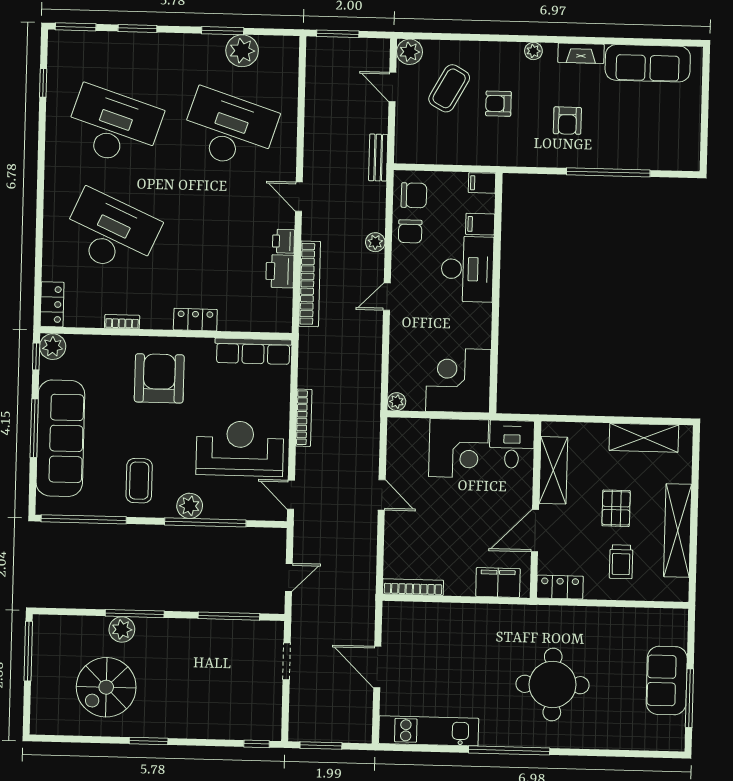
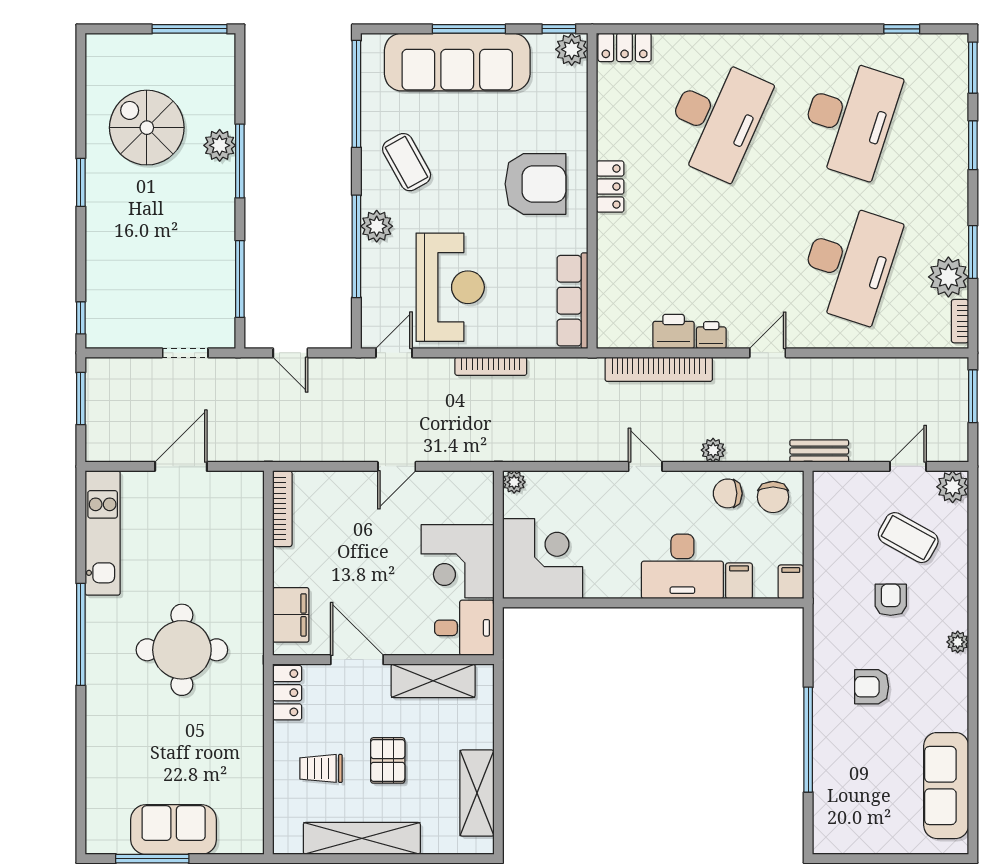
fireplace: (581, 53) -> (956, 702), removed
locker: (195, 320) -> (610, 187), moved
bookcase: (122, 322) -> (960, 321), moved, turned 180
coffee table: (139, 481) -> (407, 162), turned 61
pallet: (616, 508) -> (388, 760), turned 90
round table: (553, 684) -> (182, 650), moved

